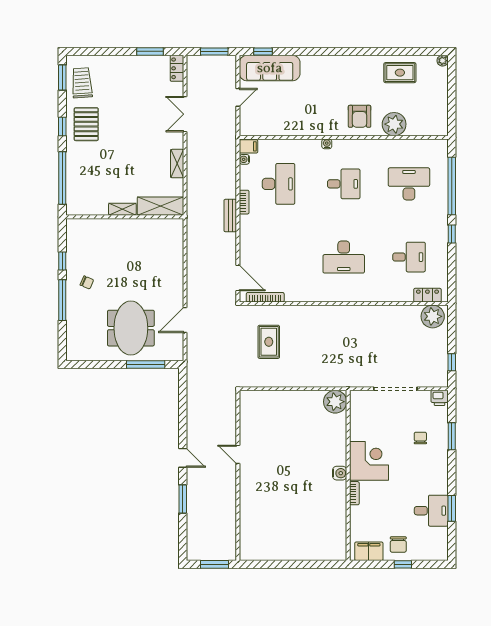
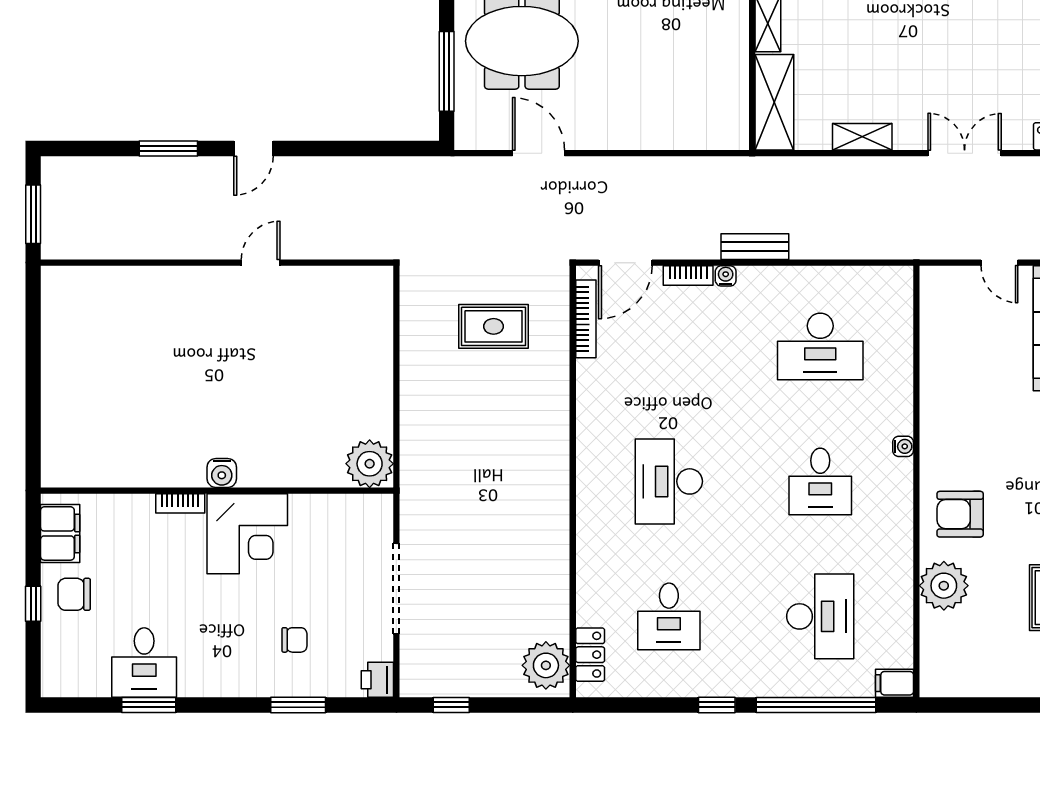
filing cabinet: (248, 146) -> (895, 683), moved, turned 90
water cooler: (244, 159) -> (726, 276), moved
bookcase: (244, 202) -> (688, 275), moved

